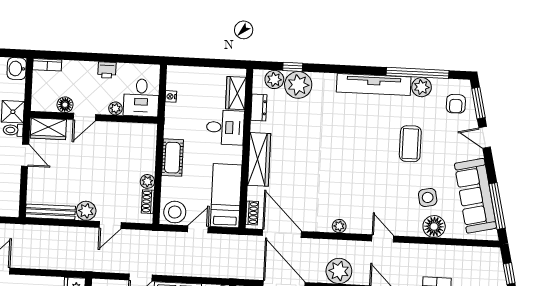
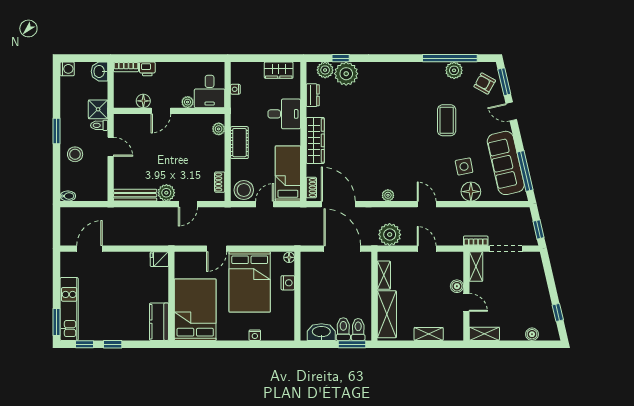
printer: (107, 70) -> (147, 69), moved
tv unit: (374, 85) -> (412, 70), removed
wardrobe: (236, 93) -> (279, 70), moved, turned -90
armchair: (456, 104) -> (485, 83), turned 119
wardrobe: (48, 129) -> (130, 123), removed
plant: (147, 181) -> (219, 129), moved

